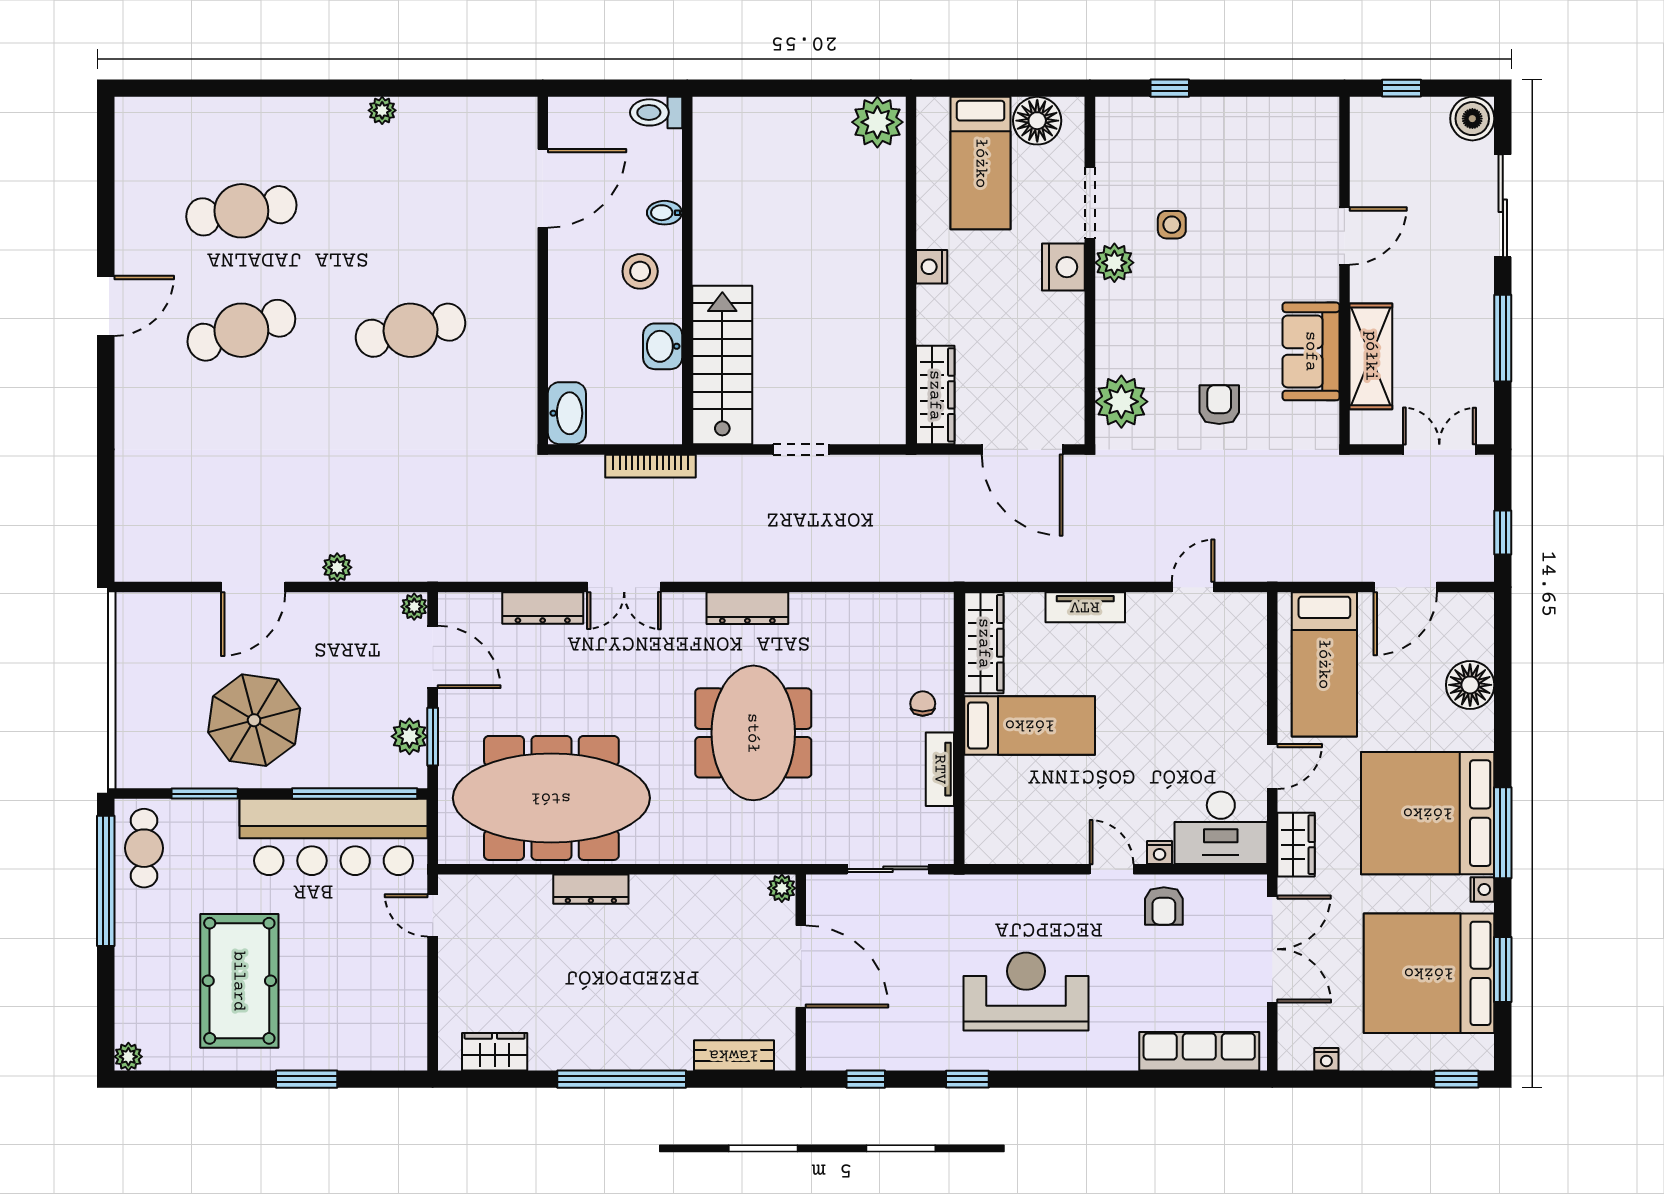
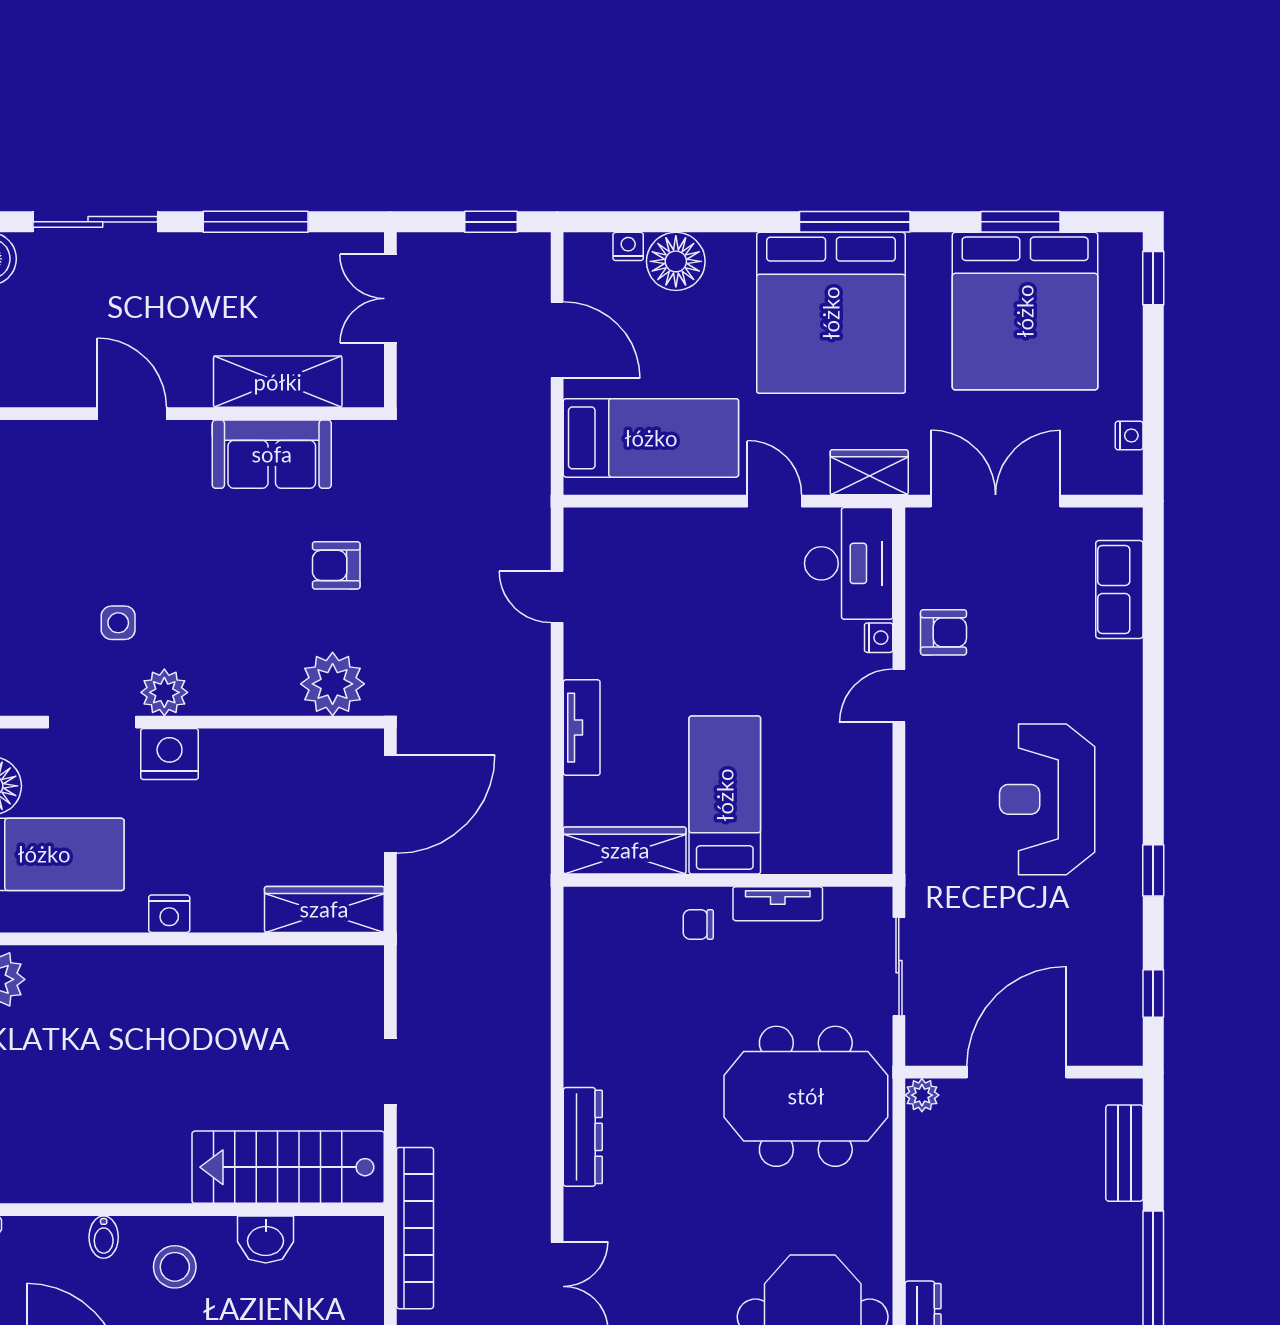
bookcase: (650, 466) -> (415, 1228), width x1.48, depth x1.31
meeting table: (753, 733) -> (806, 1096), moved
nightstand: (1482, 889) -> (628, 246), moved
row of seats: (1199, 1051) -> (1119, 590), width x0.68

